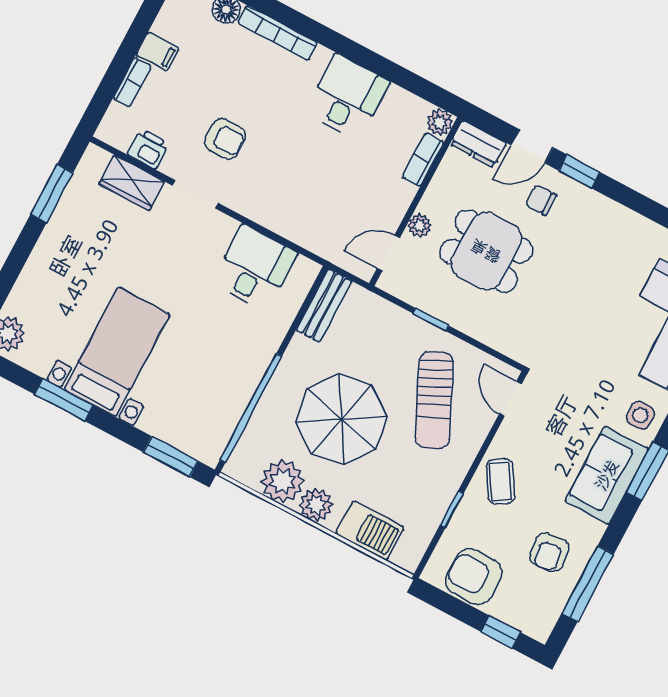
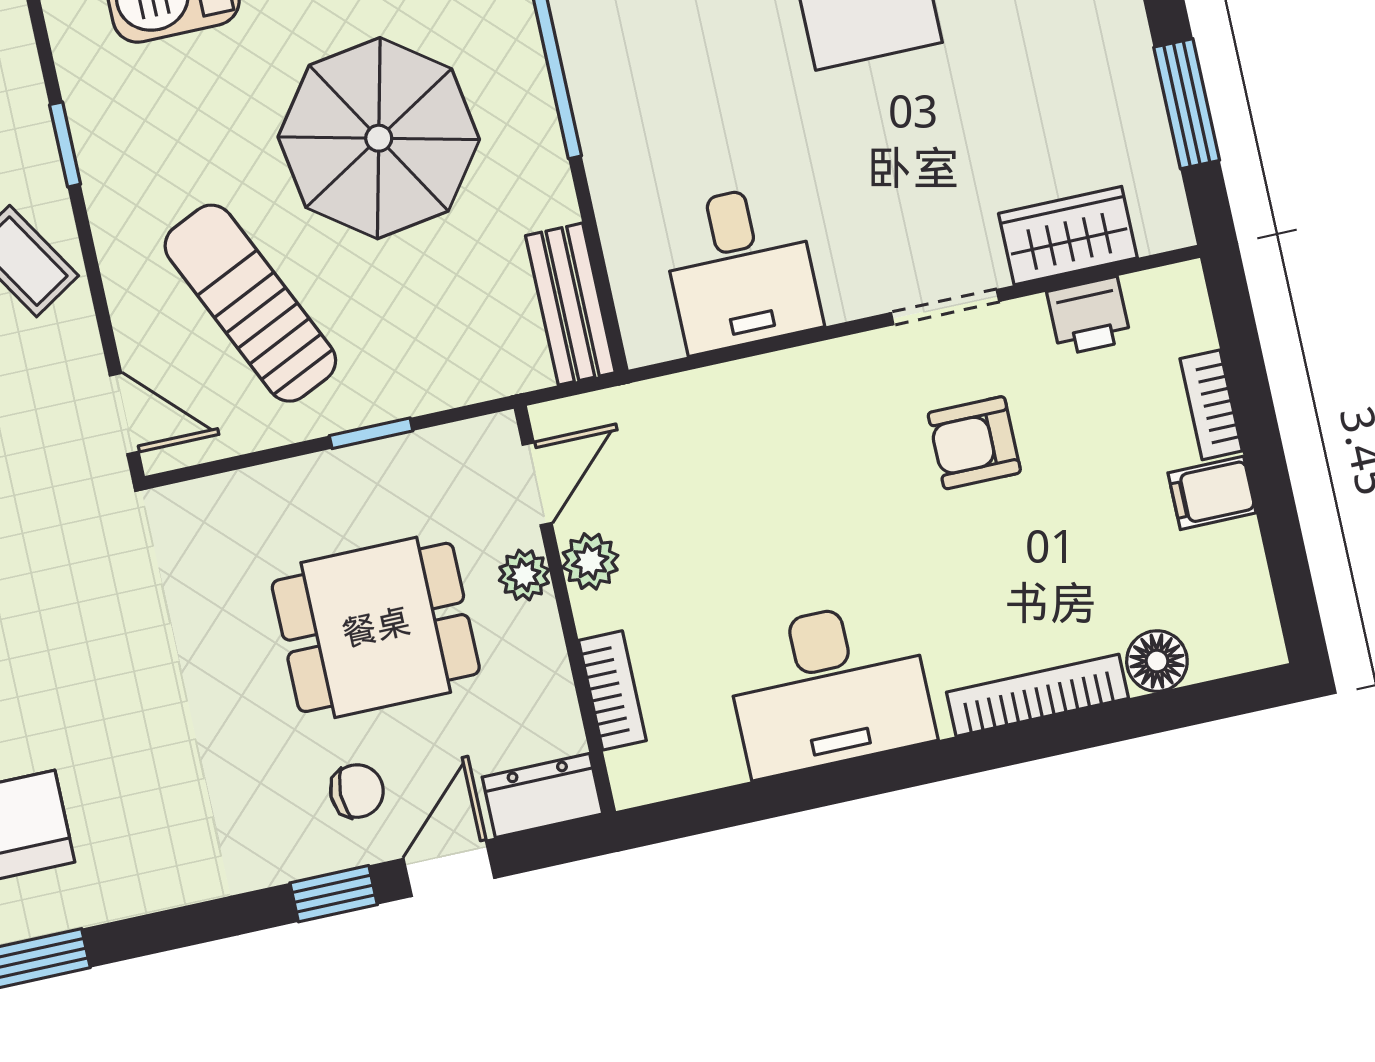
desk: (347, 97) -> (829, 687), width x1.37
plant: (440, 122) -> (590, 561), moved

